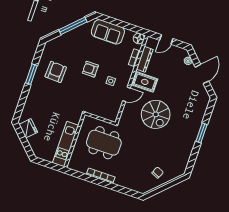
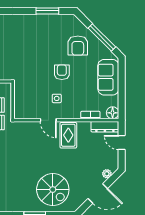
dresser: (145, 59) -> (105, 127), moved
armchair: (56, 72) -> (78, 46), moved, turned 88
window: (31, 74) -> (47, 11), moved
spiral stairs: (156, 114) -> (53, 190), moved, turned -90

